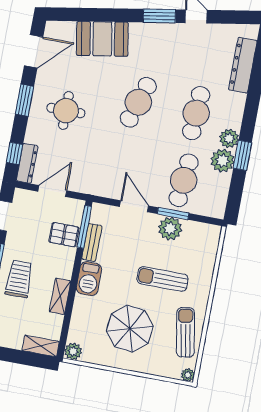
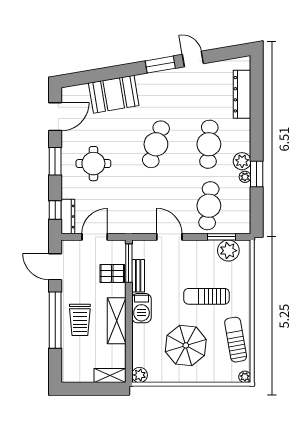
plant: (223, 161) -> (245, 177), width x0.53, depth x0.53
window: (173, 214) -> (222, 237), moved
plant: (170, 229) -> (228, 251), moved
trolley: (19, 279) -> (80, 320), turned 180
shelving: (60, 296) -> (117, 321), width x1.50, depth x1.33

